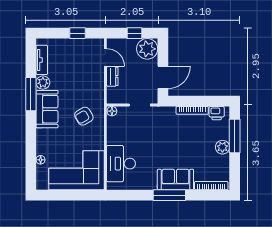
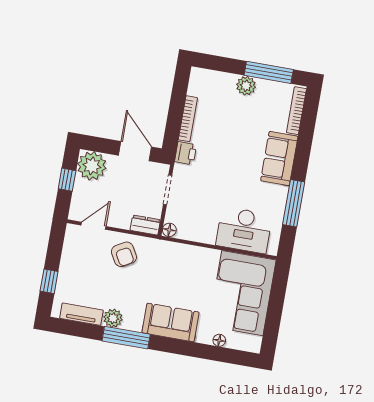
window: (77, 33) -> (49, 281), moved
dresser: (112, 76) -> (145, 225), moved
sofa: (47, 109) -> (171, 322), moved
printer: (217, 113) -> (186, 153), moved
armchair: (84, 116) -> (124, 254), moved
window: (235, 136) -> (269, 72), moved
window: (169, 195) -> (294, 203), moved

